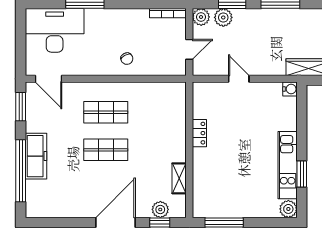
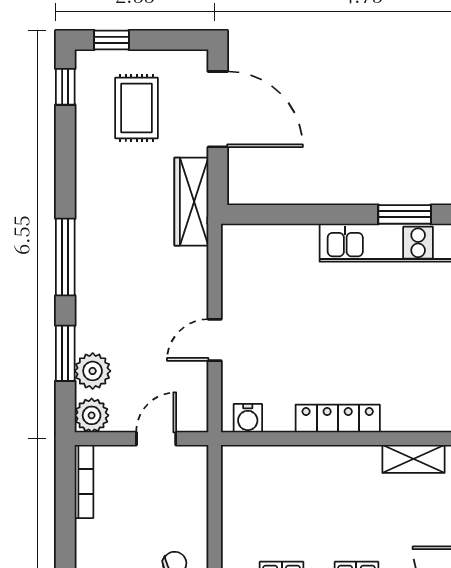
door: (189, 49) -> (156, 439), hinge flipped
water cooler: (290, 89) -> (248, 418), moved, turned 180
locker: (199, 133) -> (338, 418), width x1.53

